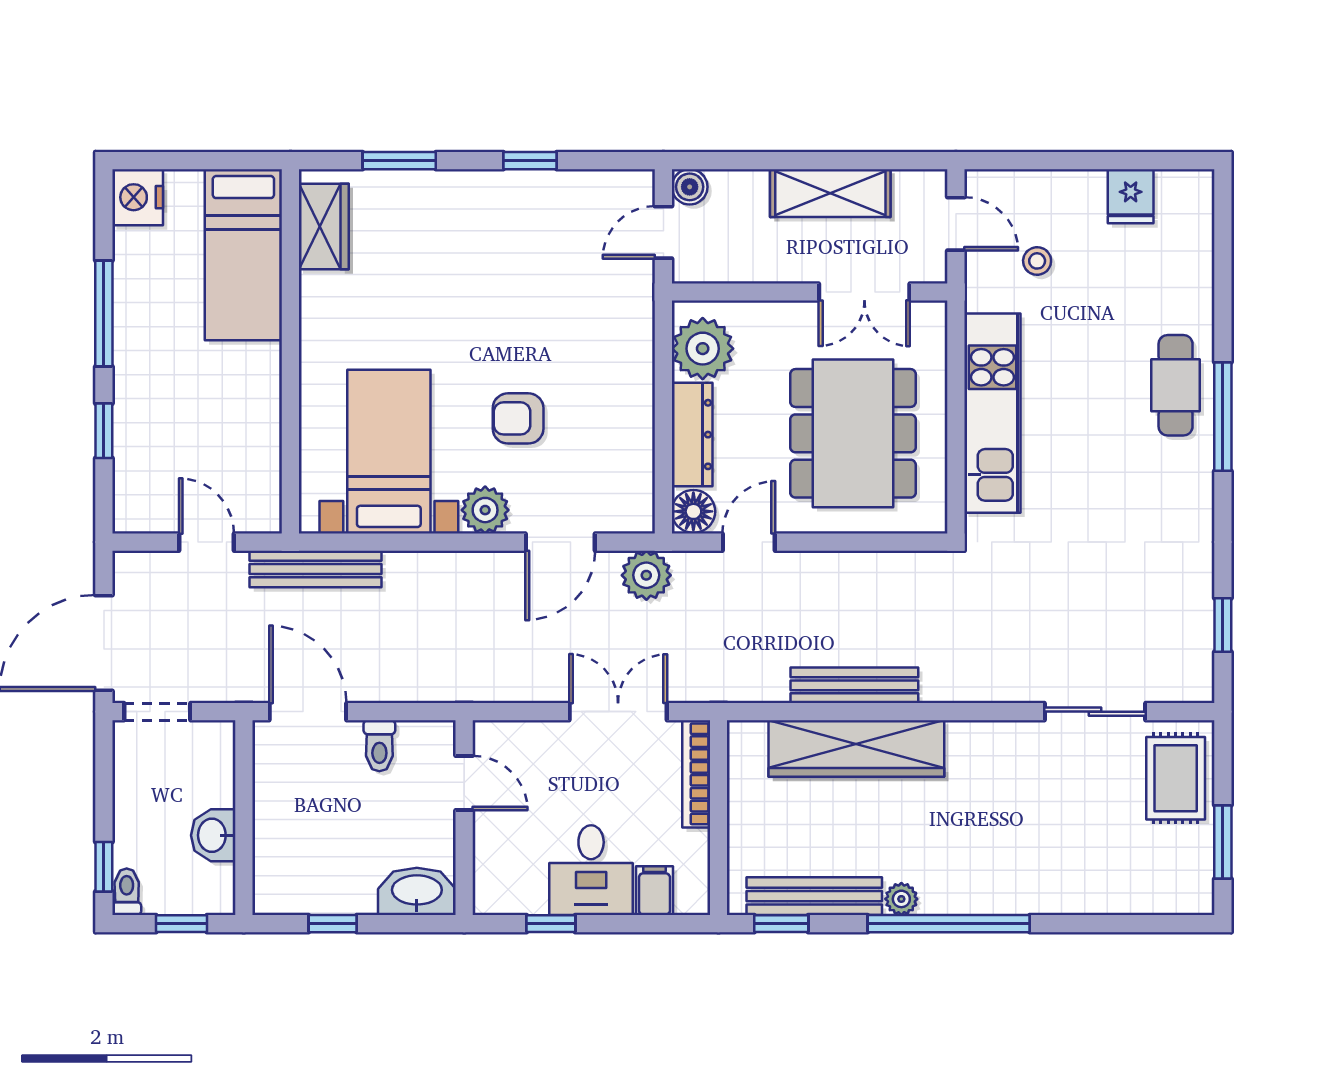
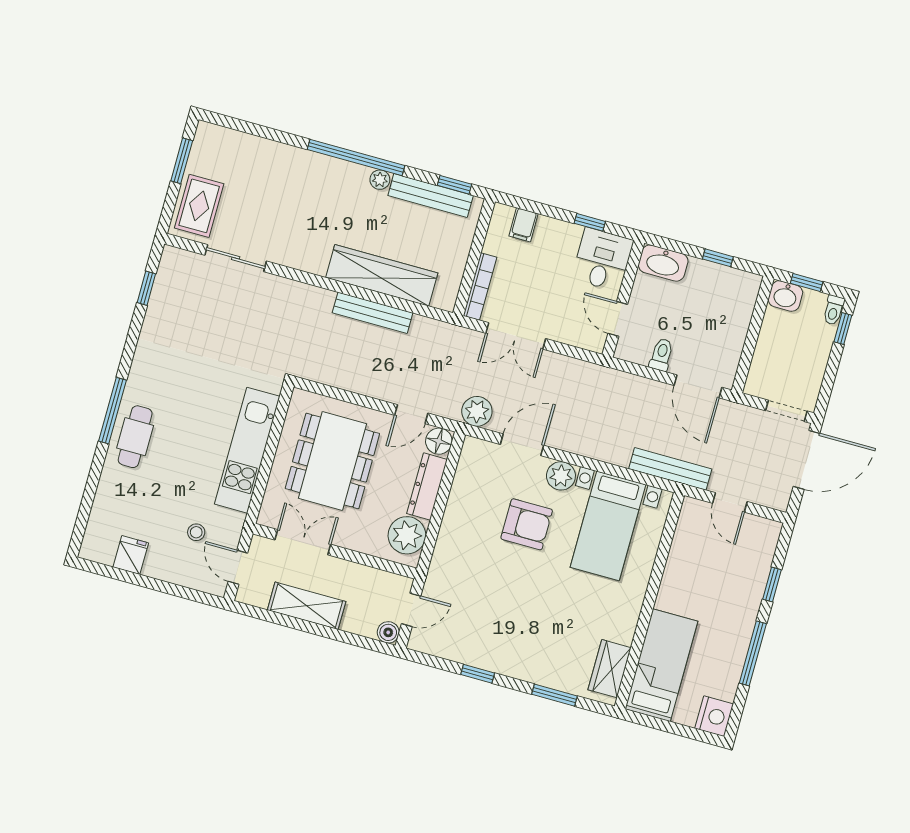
armchair: (518, 418) -> (527, 524), width x1.38, depth x1.38
washbasin: (213, 835) -> (785, 296), moved, turned 90
desk: (591, 870) -> (602, 260), moved

